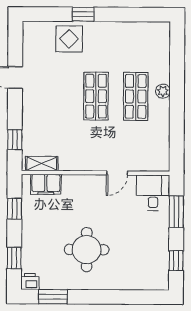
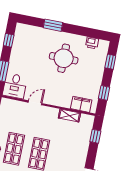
shelving: (42, 164) -> (69, 116), moved
printer: (30, 281) -> (92, 43), moved
window: (53, 297) -> (53, 25), moved

